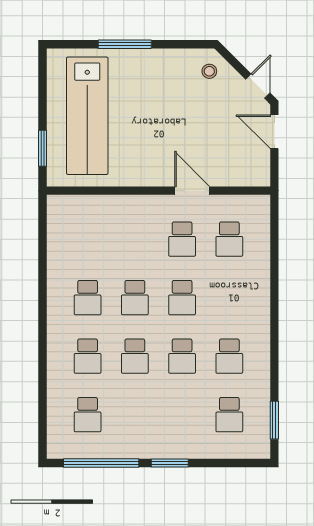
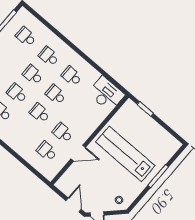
lab bench: (87, 116) -> (125, 154), moved
door: (274, 132) -> (74, 205), hinge flipped
desk: (70, 224) -> (106, 94), added

